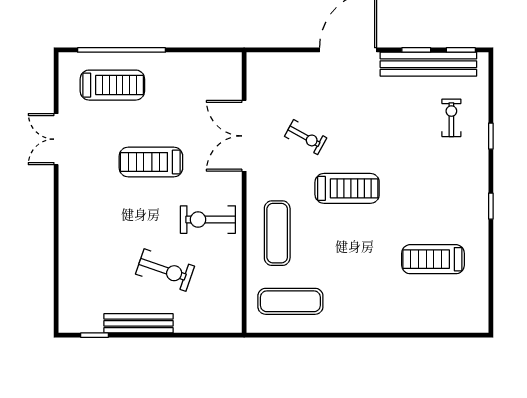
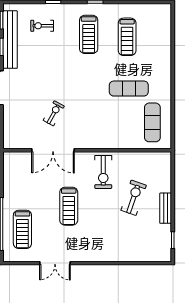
treadmill: (112, 85) -> (22, 229), turned 180
treadmill: (347, 188) -> (89, 34), moved, turned 180
exercise mat: (277, 233) -> (129, 89), moved
bench: (138, 323) -> (166, 208), width x0.73

